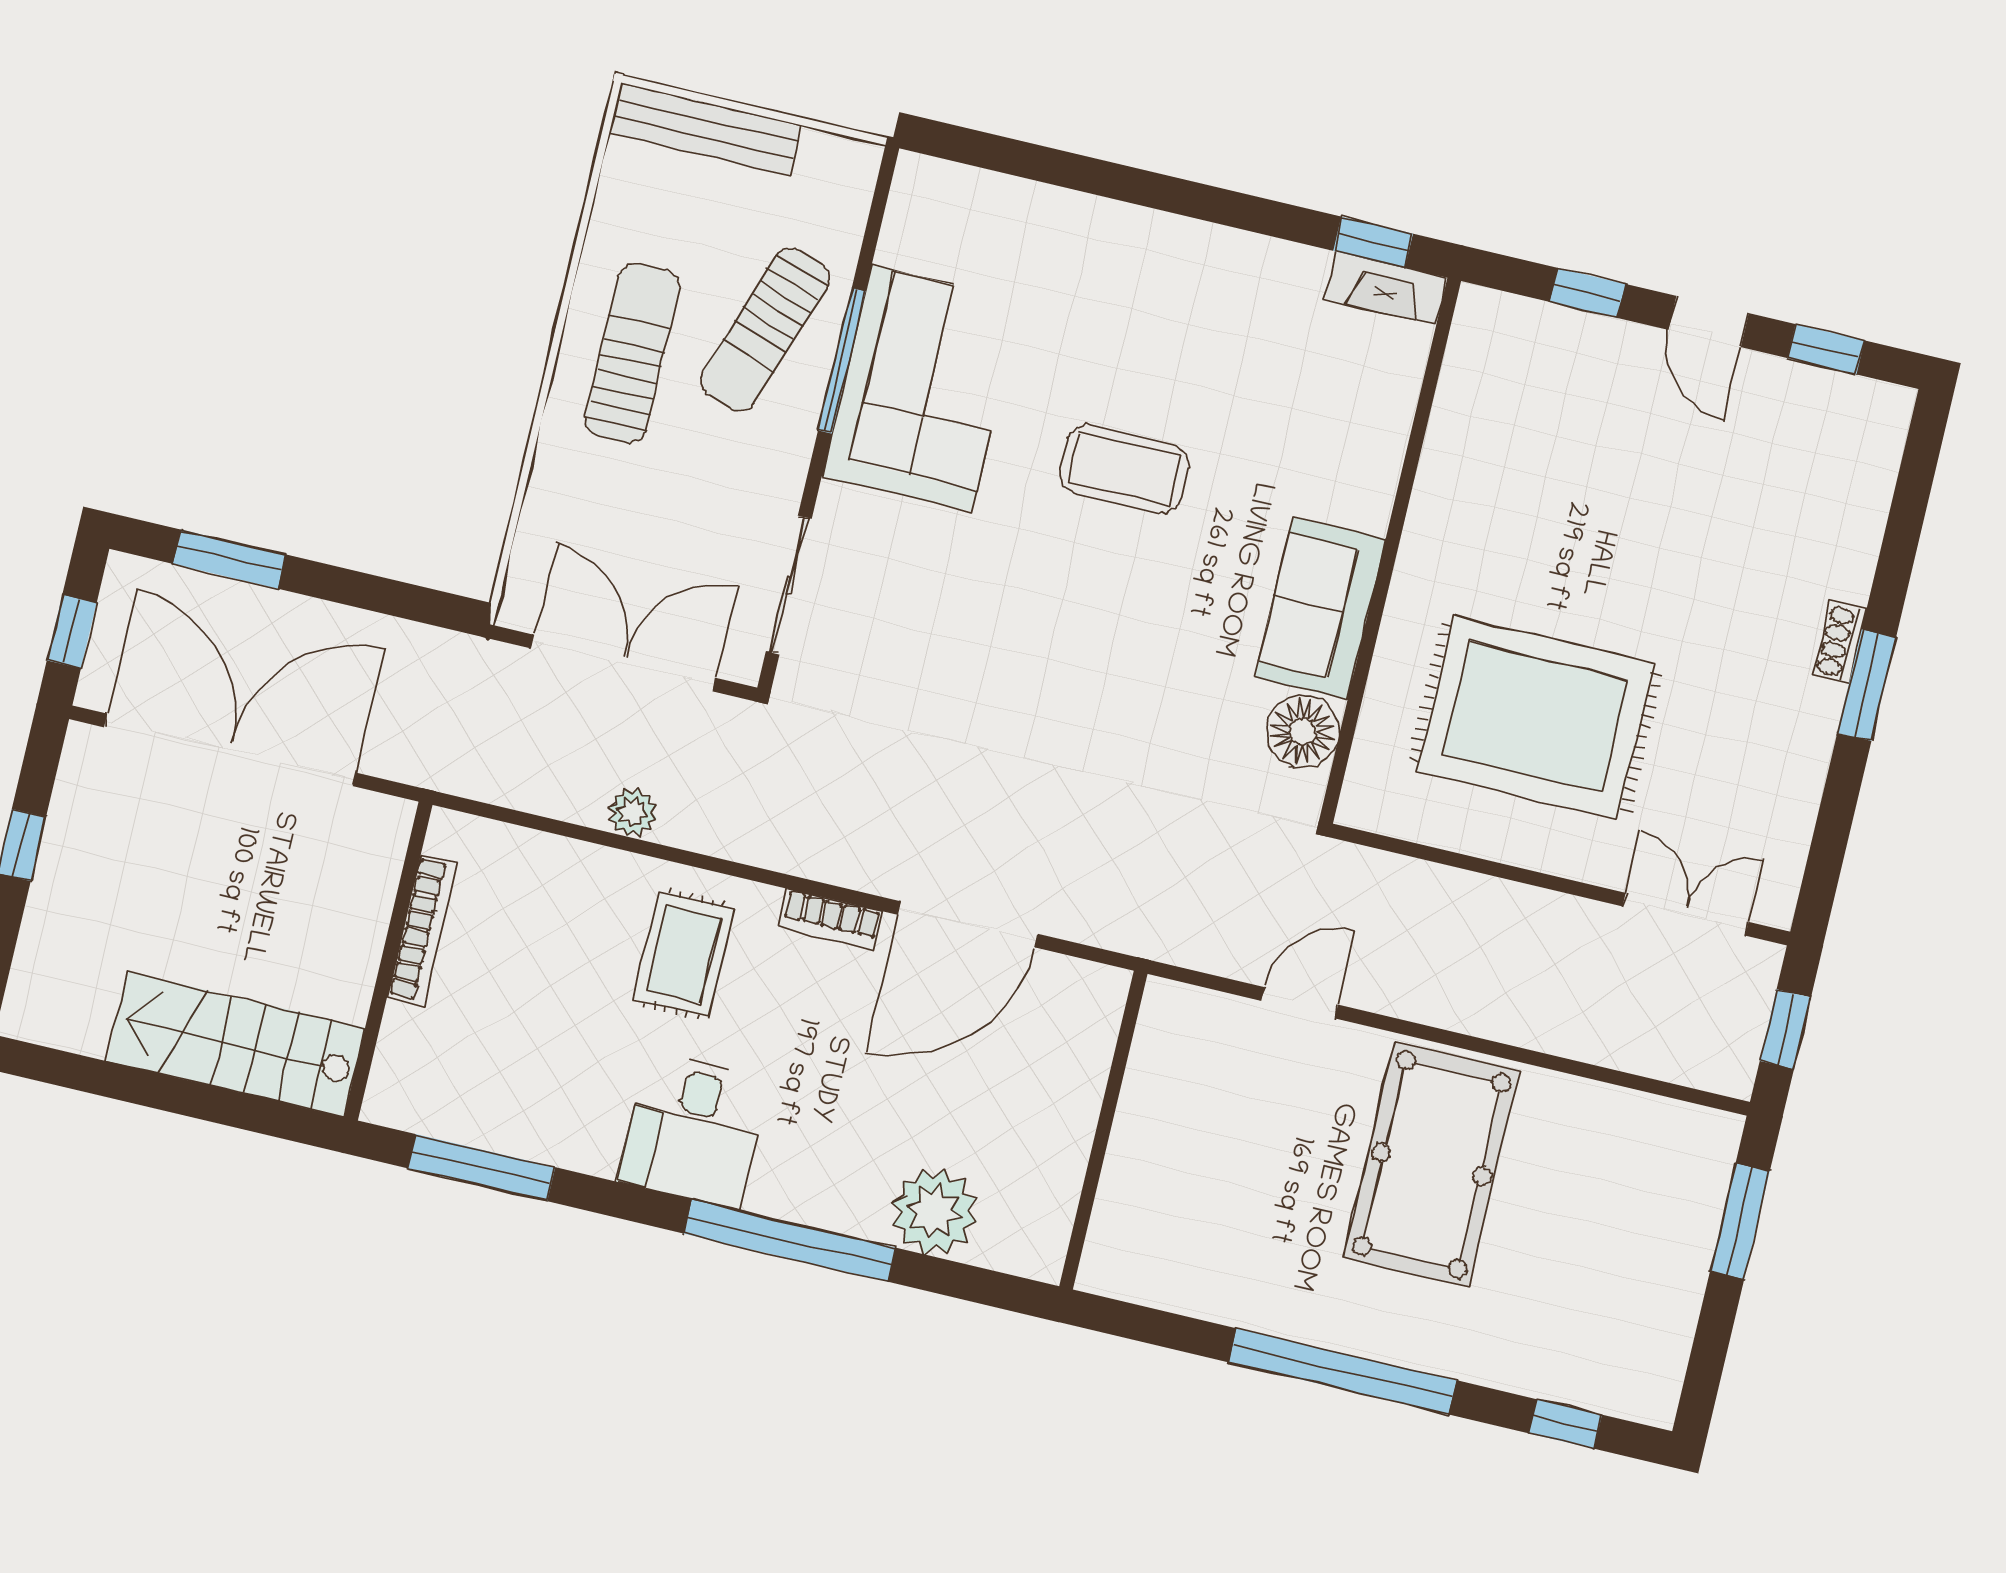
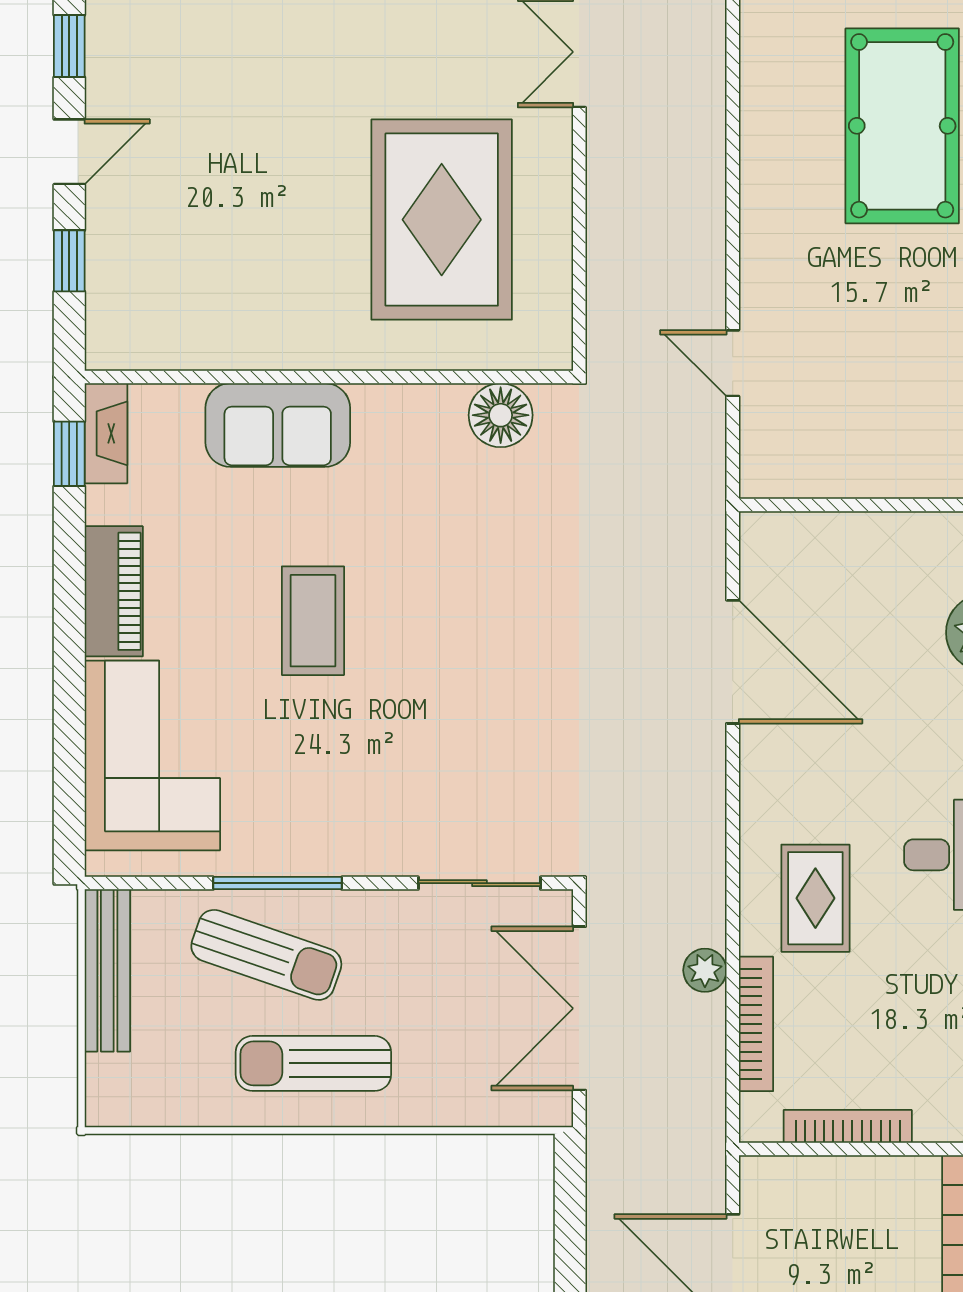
bench: (705, 129) -> (107, 970), moved
piano: (1209, 255) -> (114, 591), added
corner sofa: (922, 388) -> (152, 755), moved, turned 90
sofa: (1320, 608) -> (278, 425), moved
bookcase: (831, 919) -> (756, 1024), moved, width x1.56
rug: (684, 954) -> (815, 898), turned 90
pool table: (1432, 1165) -> (902, 126), moved, turned 90

